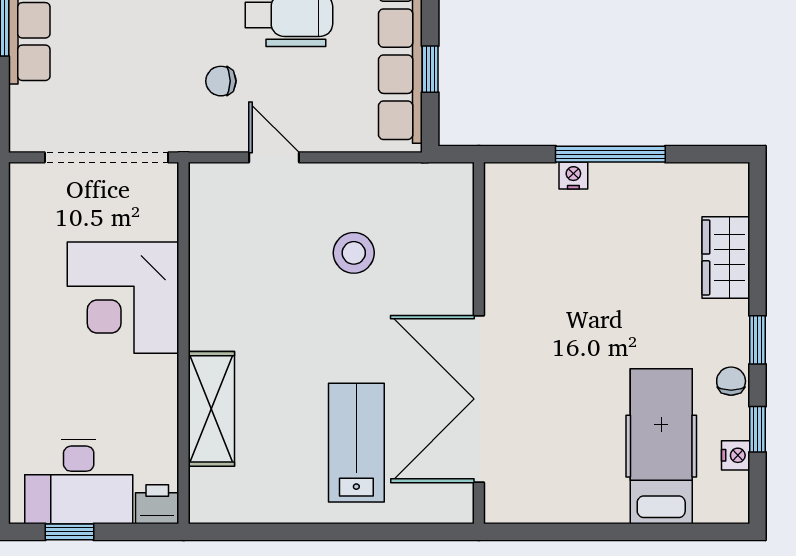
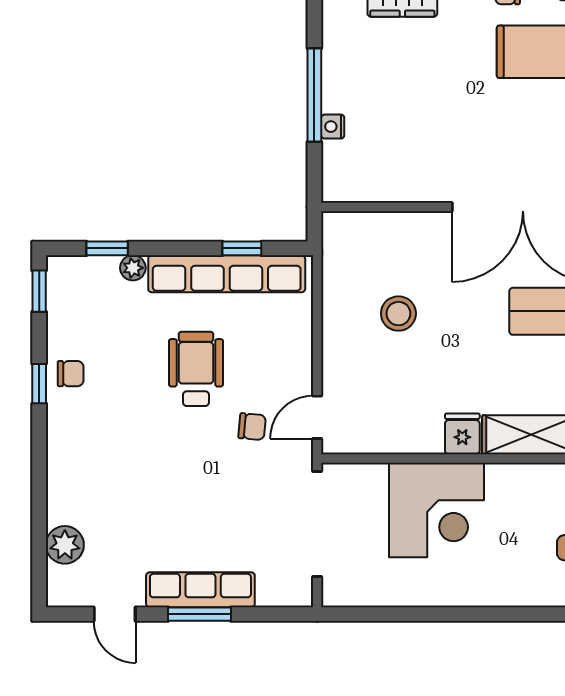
chair: (221, 81) -> (252, 427), turned -85
door: (274, 157) -> (317, 417), moved
fridge: (212, 328) -> (462, 434), added

